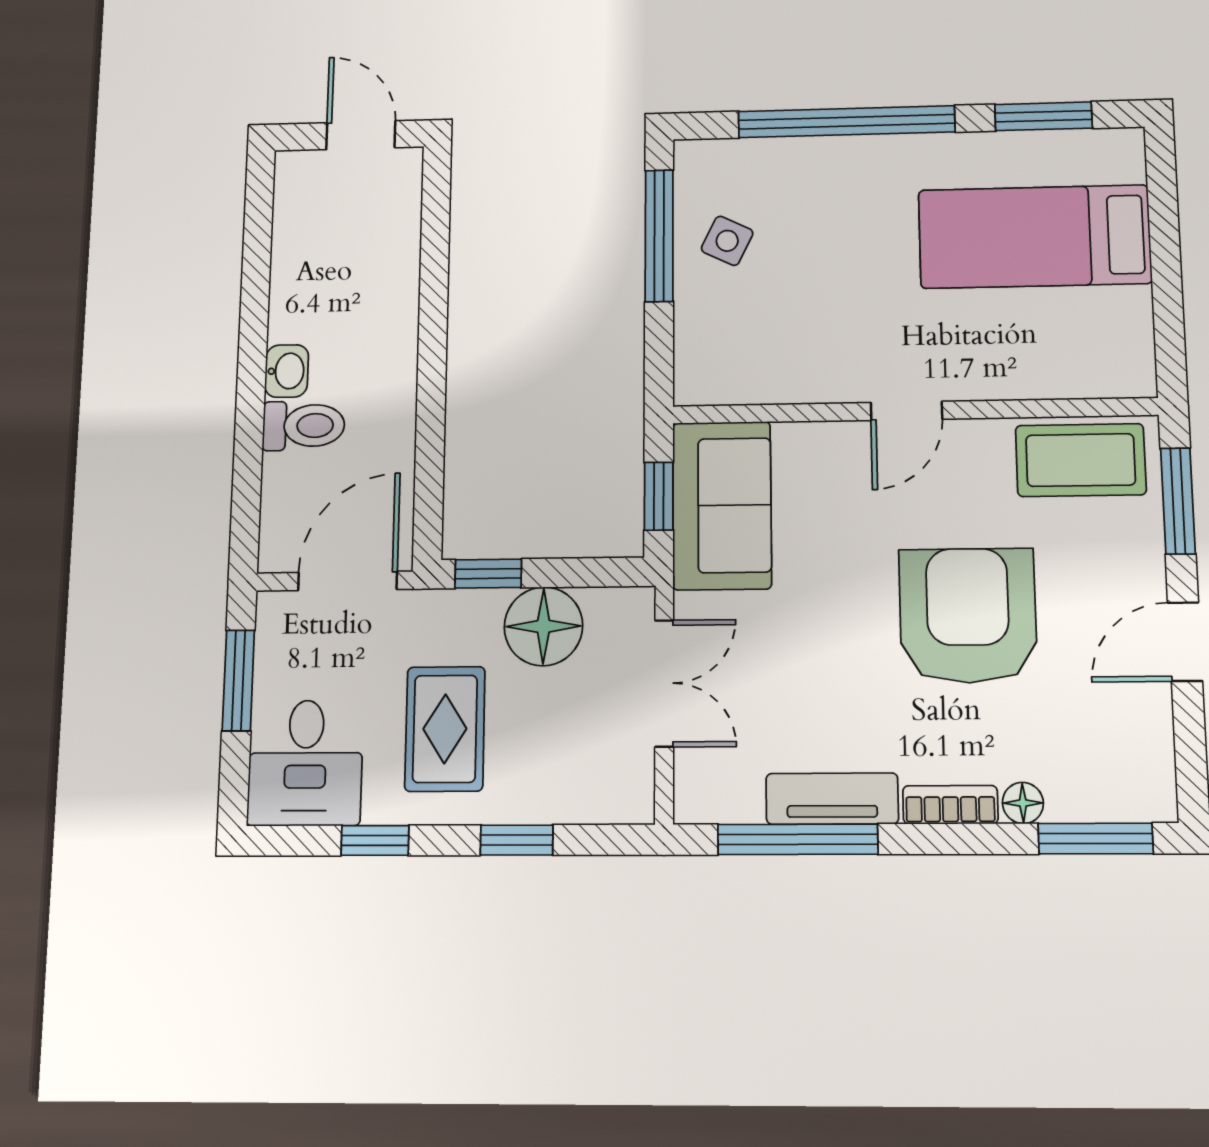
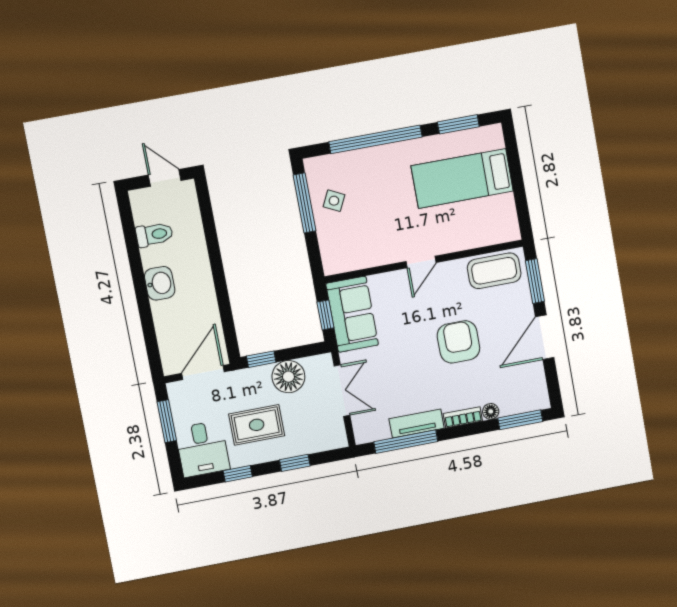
washbasin: (287, 371) -> (160, 283), width x1.38, depth x1.45
toilet: (304, 426) -> (154, 234), moved
armchair: (968, 616) -> (458, 342), width x0.73, depth x0.73
door: (1185, 642) -> (545, 337), width x1.38
rug: (445, 729) -> (257, 425), turned 90

